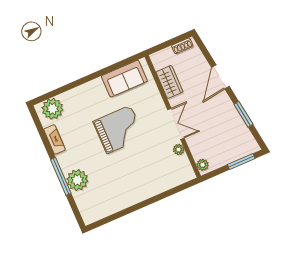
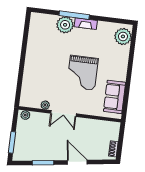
wardrobe: (169, 82) -> (94, 126), removed
fireplace: (55, 139) -> (86, 24), moved

